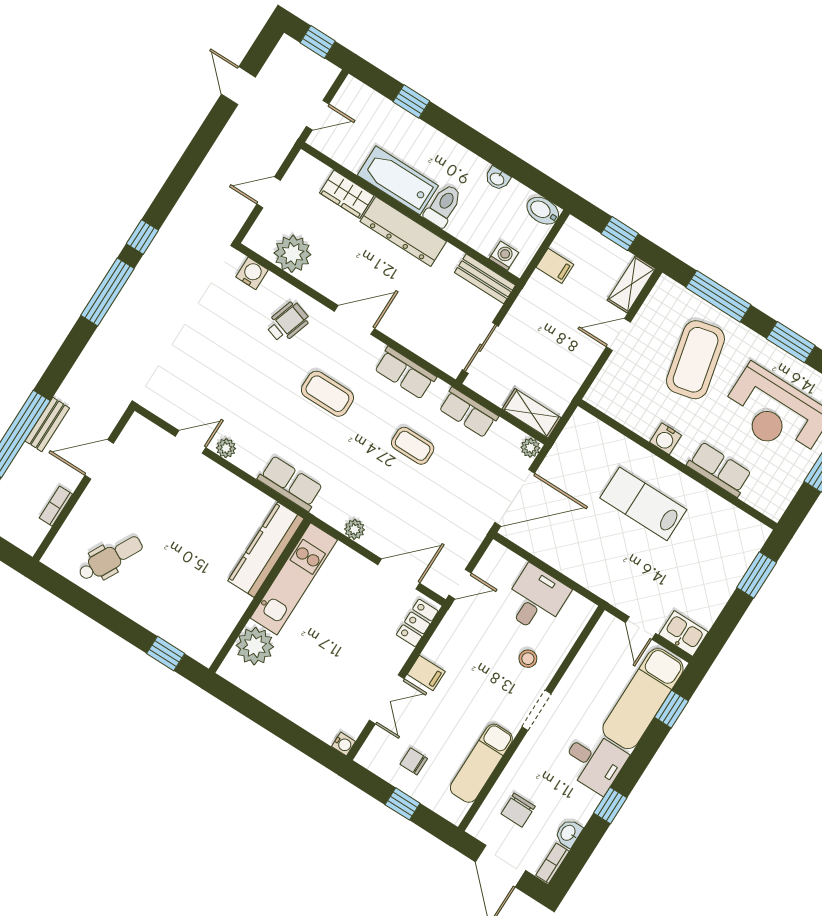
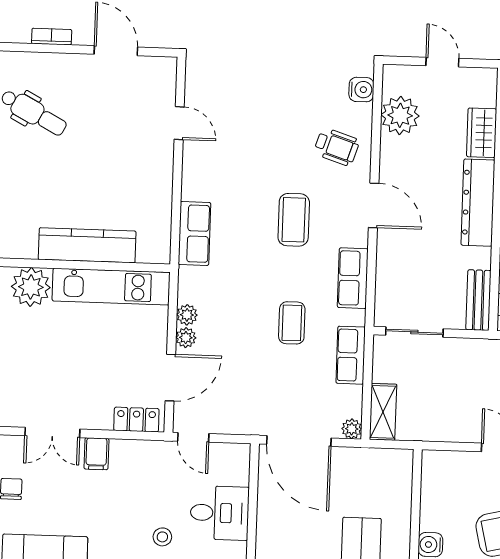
plant: (226, 448) -> (186, 338), moved
kitchen counter: (266, 550) -> (87, 245), moved
door: (399, 574) -> (170, 378), hinge flipped

